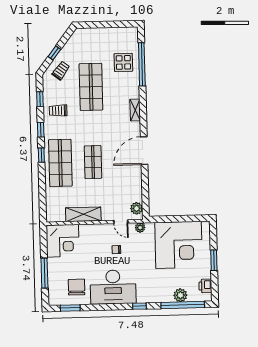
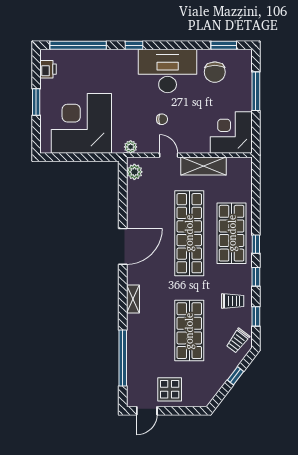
door: (122, 24) -> (147, 411), added
display table: (123, 62) -> (170, 389), moved
trolley: (61, 71) -> (238, 341), moved
shop shelf: (93, 162) -> (189, 233), width x2.00, depth x1.36
door: (121, 222) -> (169, 155), moved
plant: (180, 295) -> (81, 58), removed

